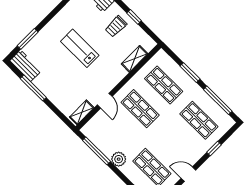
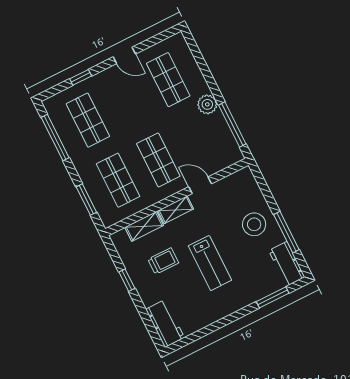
trolley: (116, 26) -> (163, 261), moved
window: (190, 73) -> (86, 200), moved
stool: (58, 86) -> (254, 224), added
door: (105, 101) -> (200, 185), hinge flipped
shelving: (82, 112) -> (176, 210), moved

